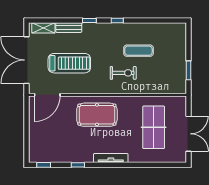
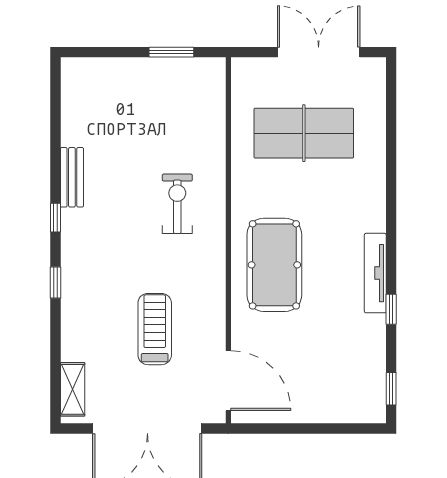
bench: (69, 28) -> (72, 177), moved
exercise mat: (138, 51) -> (125, 168), removed
treadmill: (69, 63) -> (155, 329), width x0.73, depth x0.73
tv unit: (111, 158) -> (375, 273), moved

